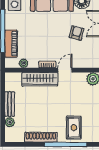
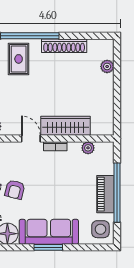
piano: (11, 44) -> (105, 194), moved
door: (65, 70) -> (31, 138), swing flipped
bench: (10, 104) -> (107, 91), removed

